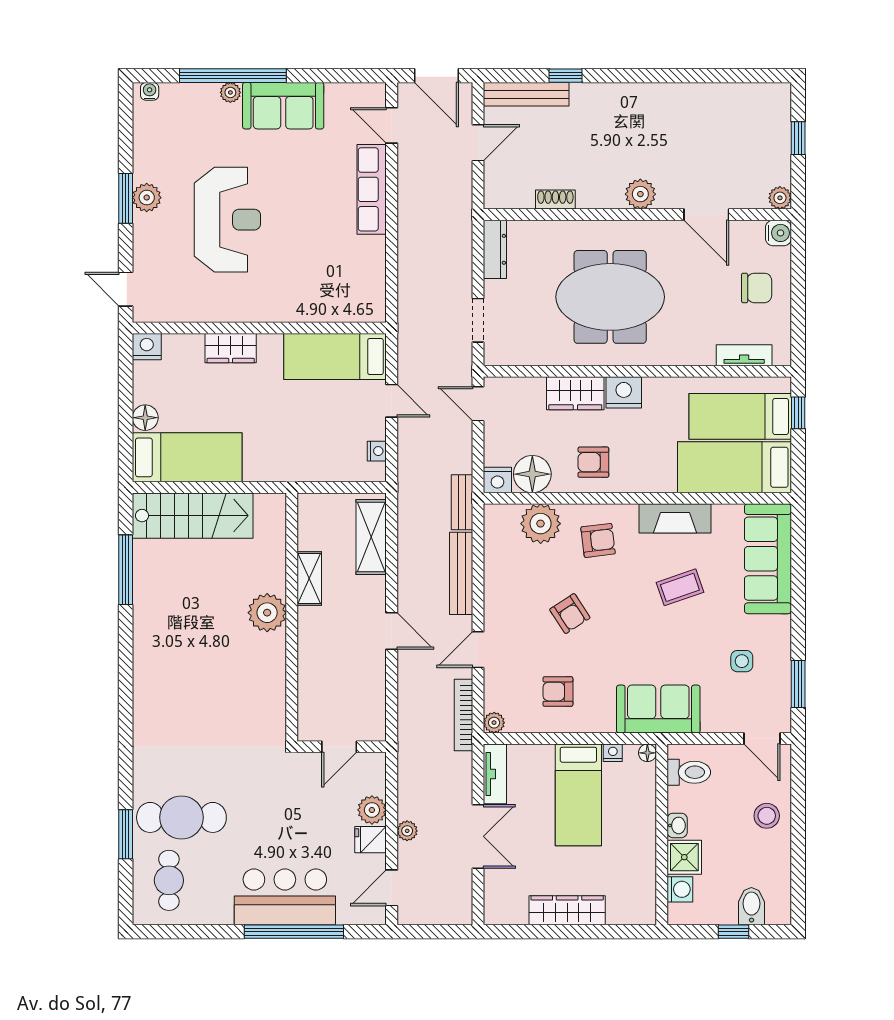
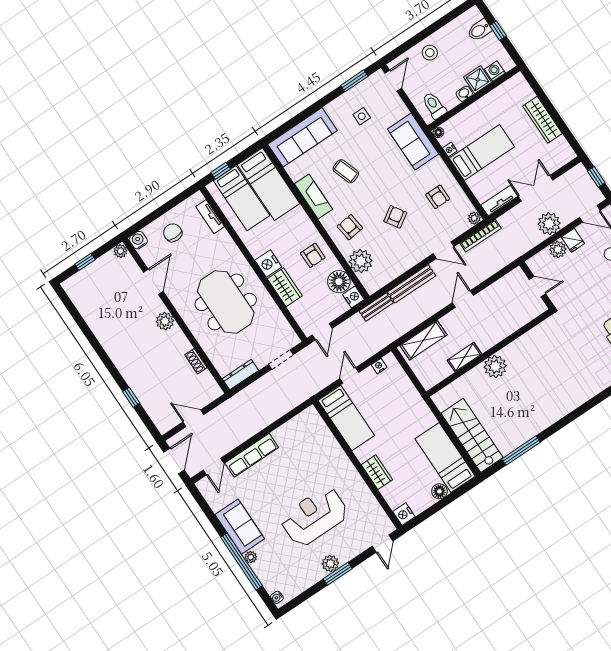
bench: (526, 94) -> (154, 411), removed
plant: (407, 831) -> (549, 224), width x1.87, depth x1.87
window: (437, 932) -> (596, 177), added

